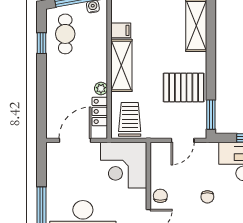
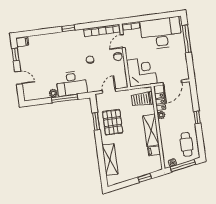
window: (41, 43) -> (197, 117), moved
pallet: (184, 87) -> (113, 122), turned 90
window: (211, 115) -> (96, 121), moved
trolley: (130, 119) -> (142, 99), turned 90

